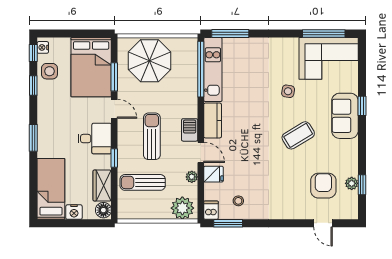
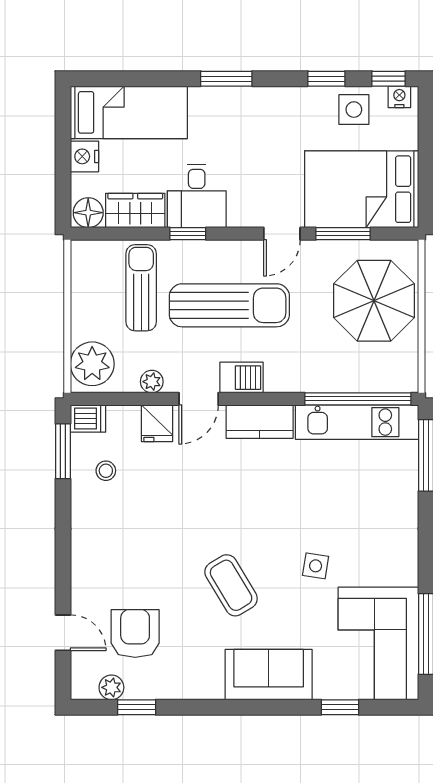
window: (362, 106) -> (340, 707), moved
sun lounger: (152, 136) -> (229, 305), width x1.36, depth x1.34
desk: (95, 139) -> (197, 196), moved
plant: (352, 183) -> (111, 687), moved
armchair: (323, 186) -> (135, 633), turned -90
door: (323, 223) -> (63, 633), swing flipped

